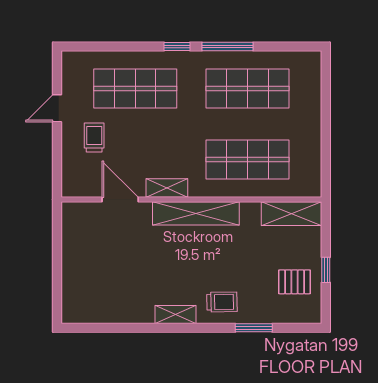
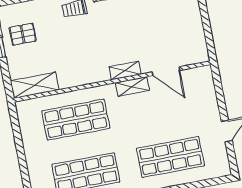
trolley: (94, 137) -> (194, 114), removed
shelving: (196, 213) -> (125, 71), width x0.45, depth x0.75

